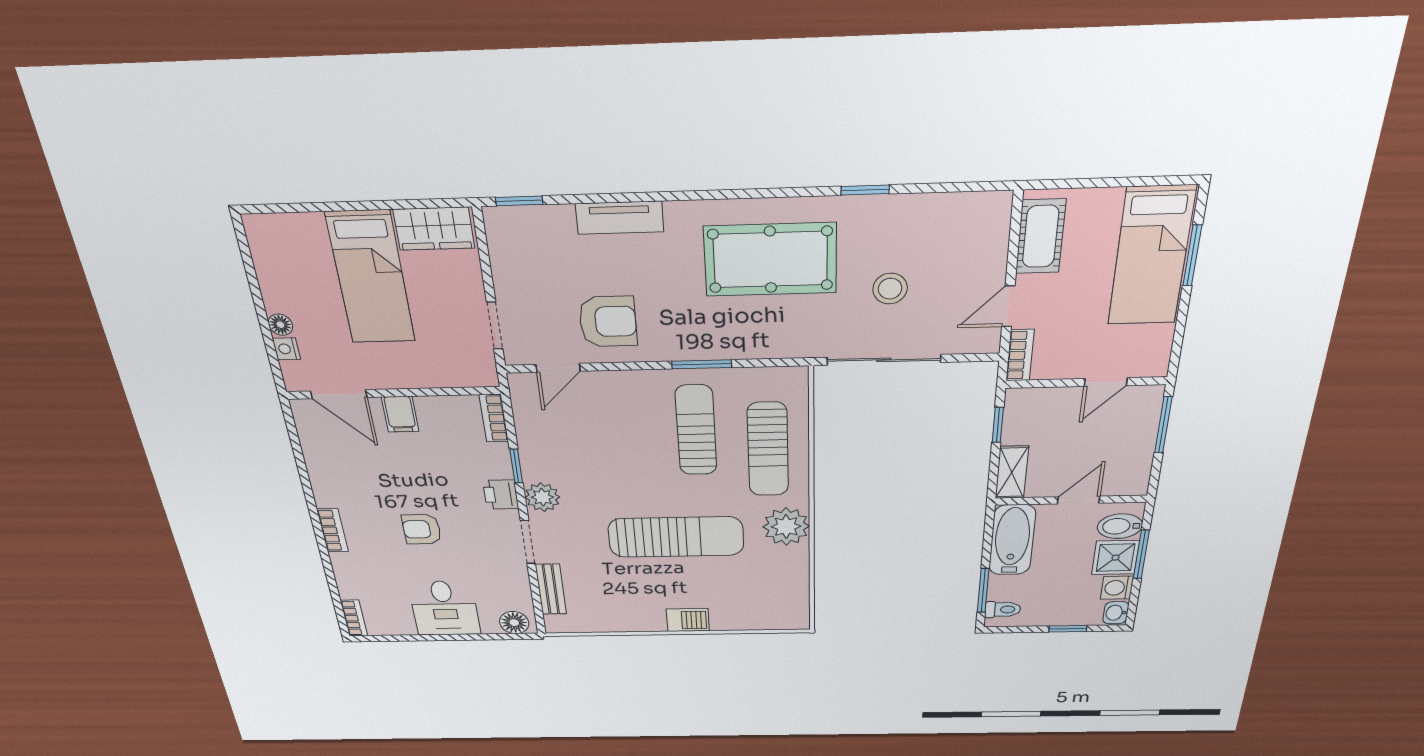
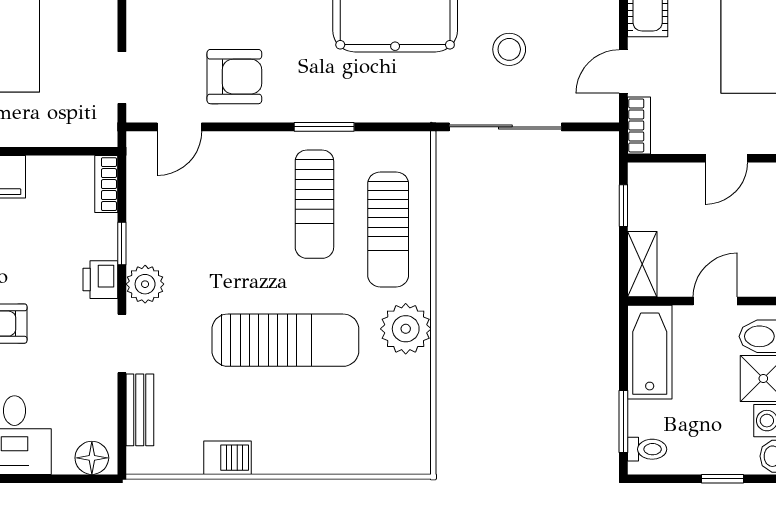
sun lounger: (696, 430) -> (314, 204), turned 180
barbecue: (688, 620) -> (228, 458), moved

